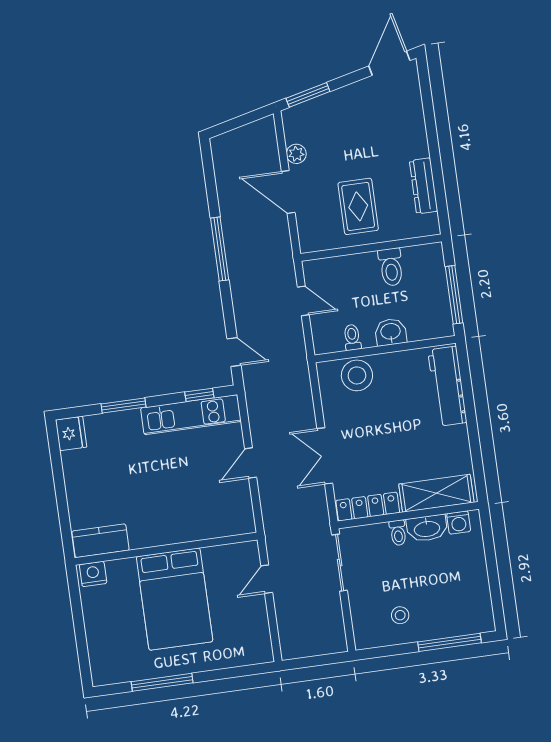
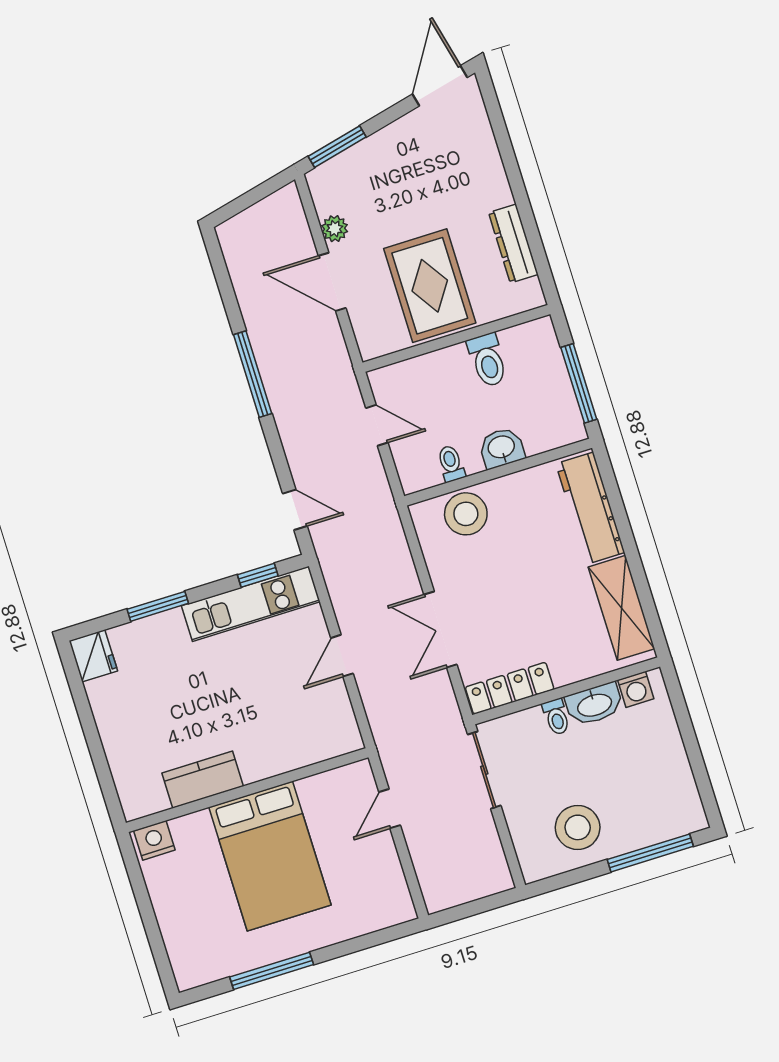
rug: (358, 206) -> (430, 286), width x1.36, depth x1.43
shelving: (436, 493) -> (621, 608), moved, turned 90
kitchen counter: (100, 541) -> (203, 780), moved
stool: (400, 615) -> (578, 827), width x1.89, depth x1.89

